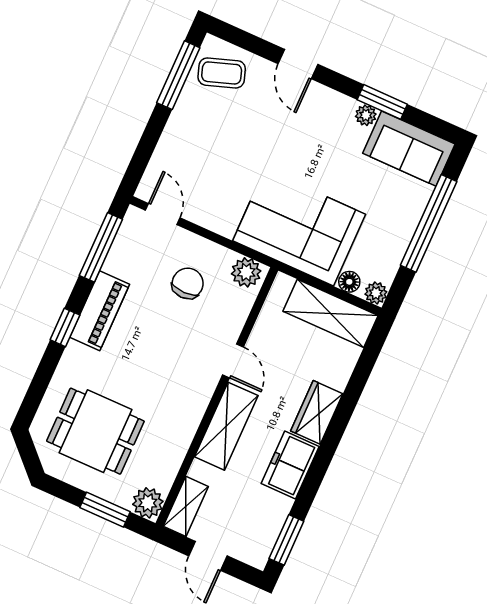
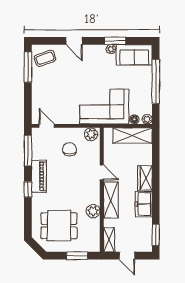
plant: (148, 503) -> (93, 211), moved

